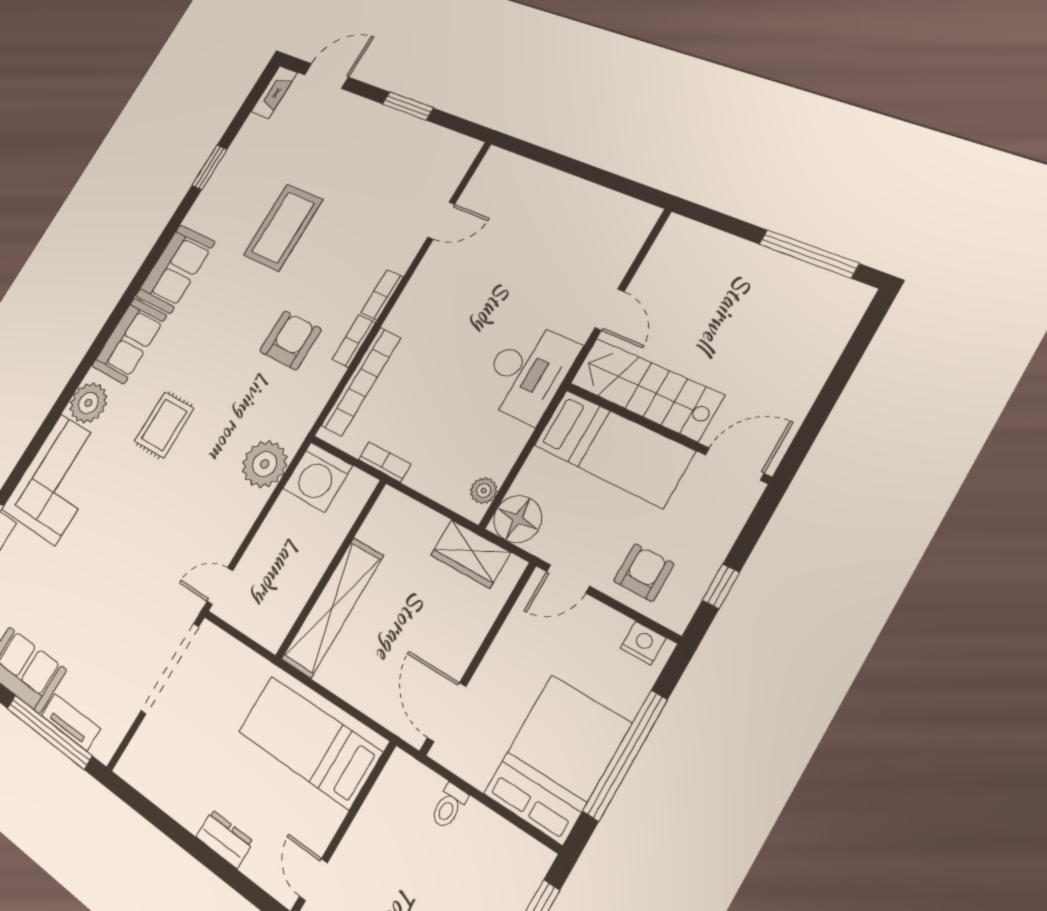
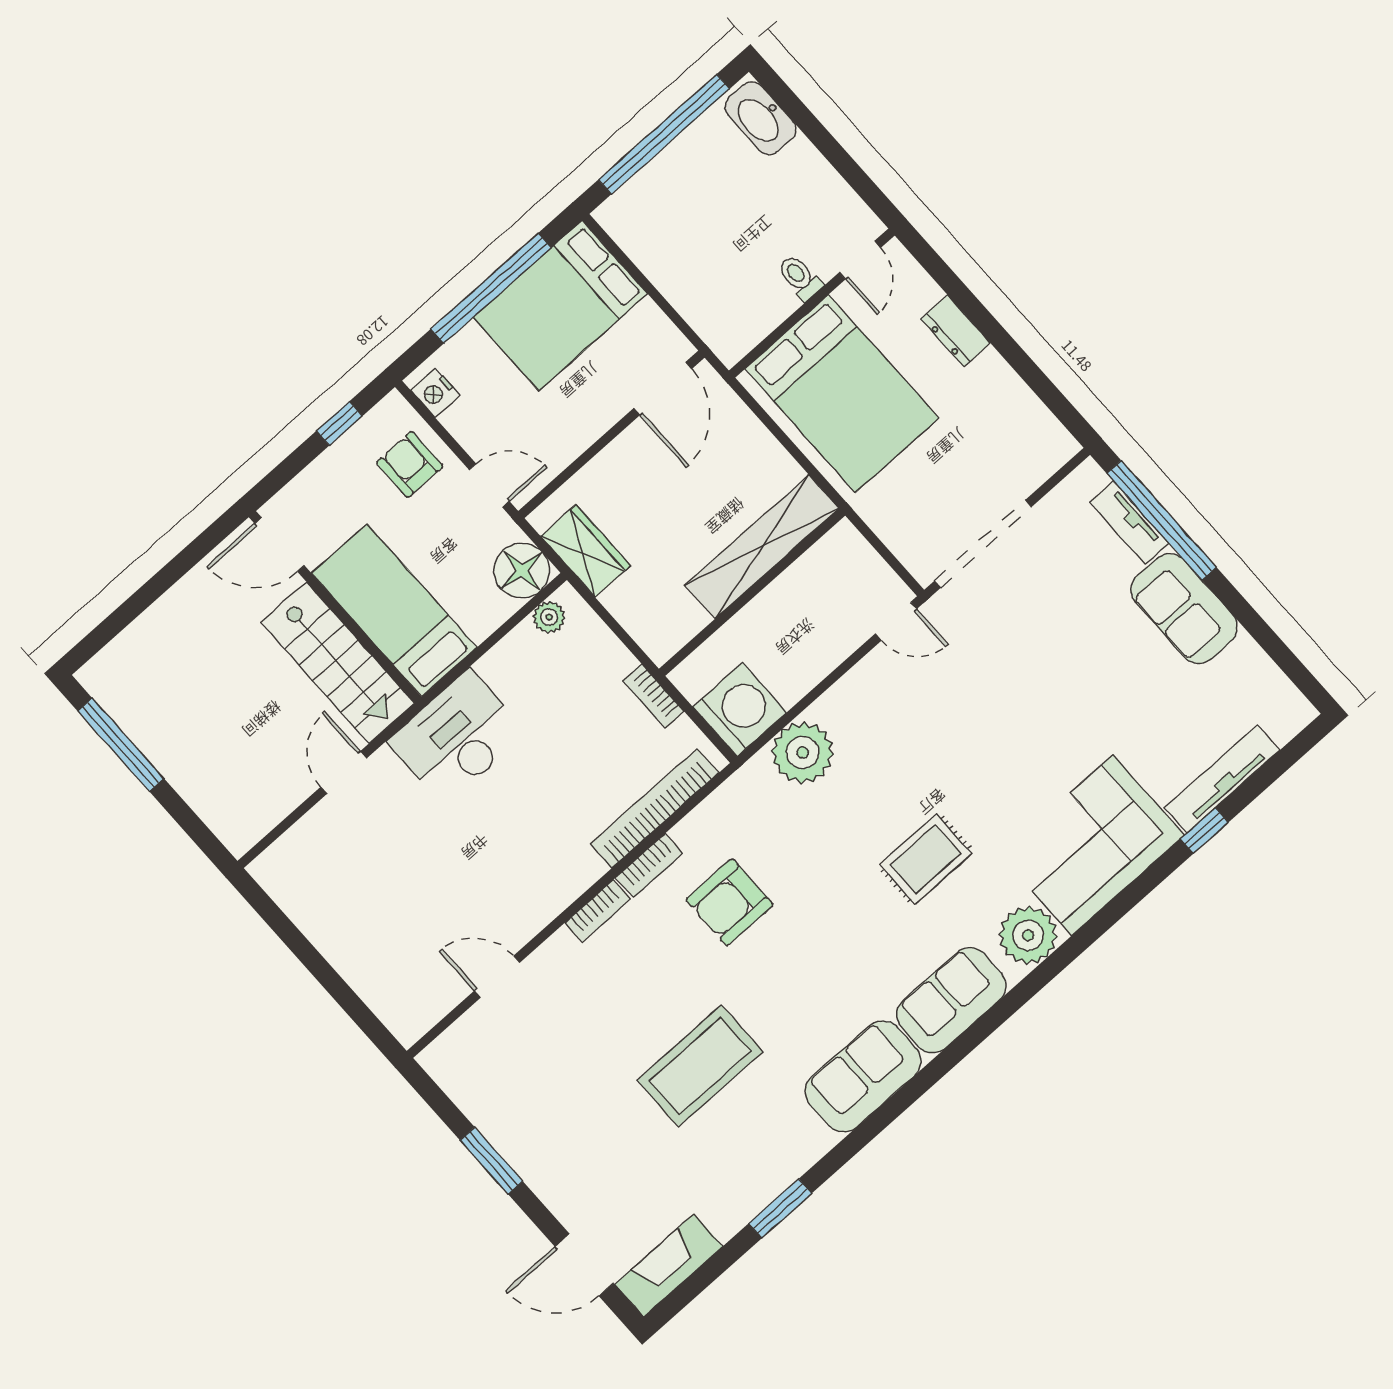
fireplace: (274, 92) -> (669, 1265), width x1.37, depth x1.32
armchair: (644, 573) -> (410, 464), turned 90
bed: (309, 741) -> (842, 393), width x1.50
toilet: (449, 806) -> (800, 278), moved, turned -90

